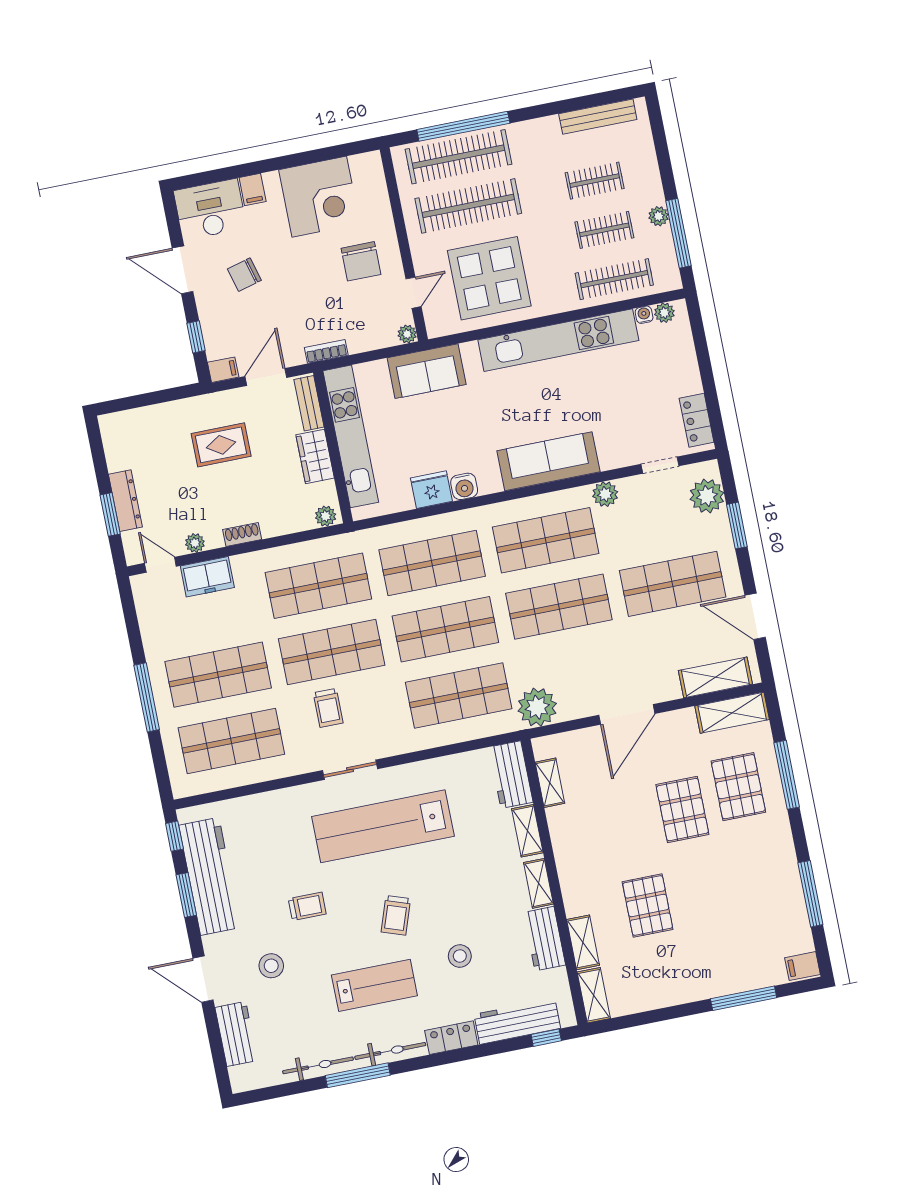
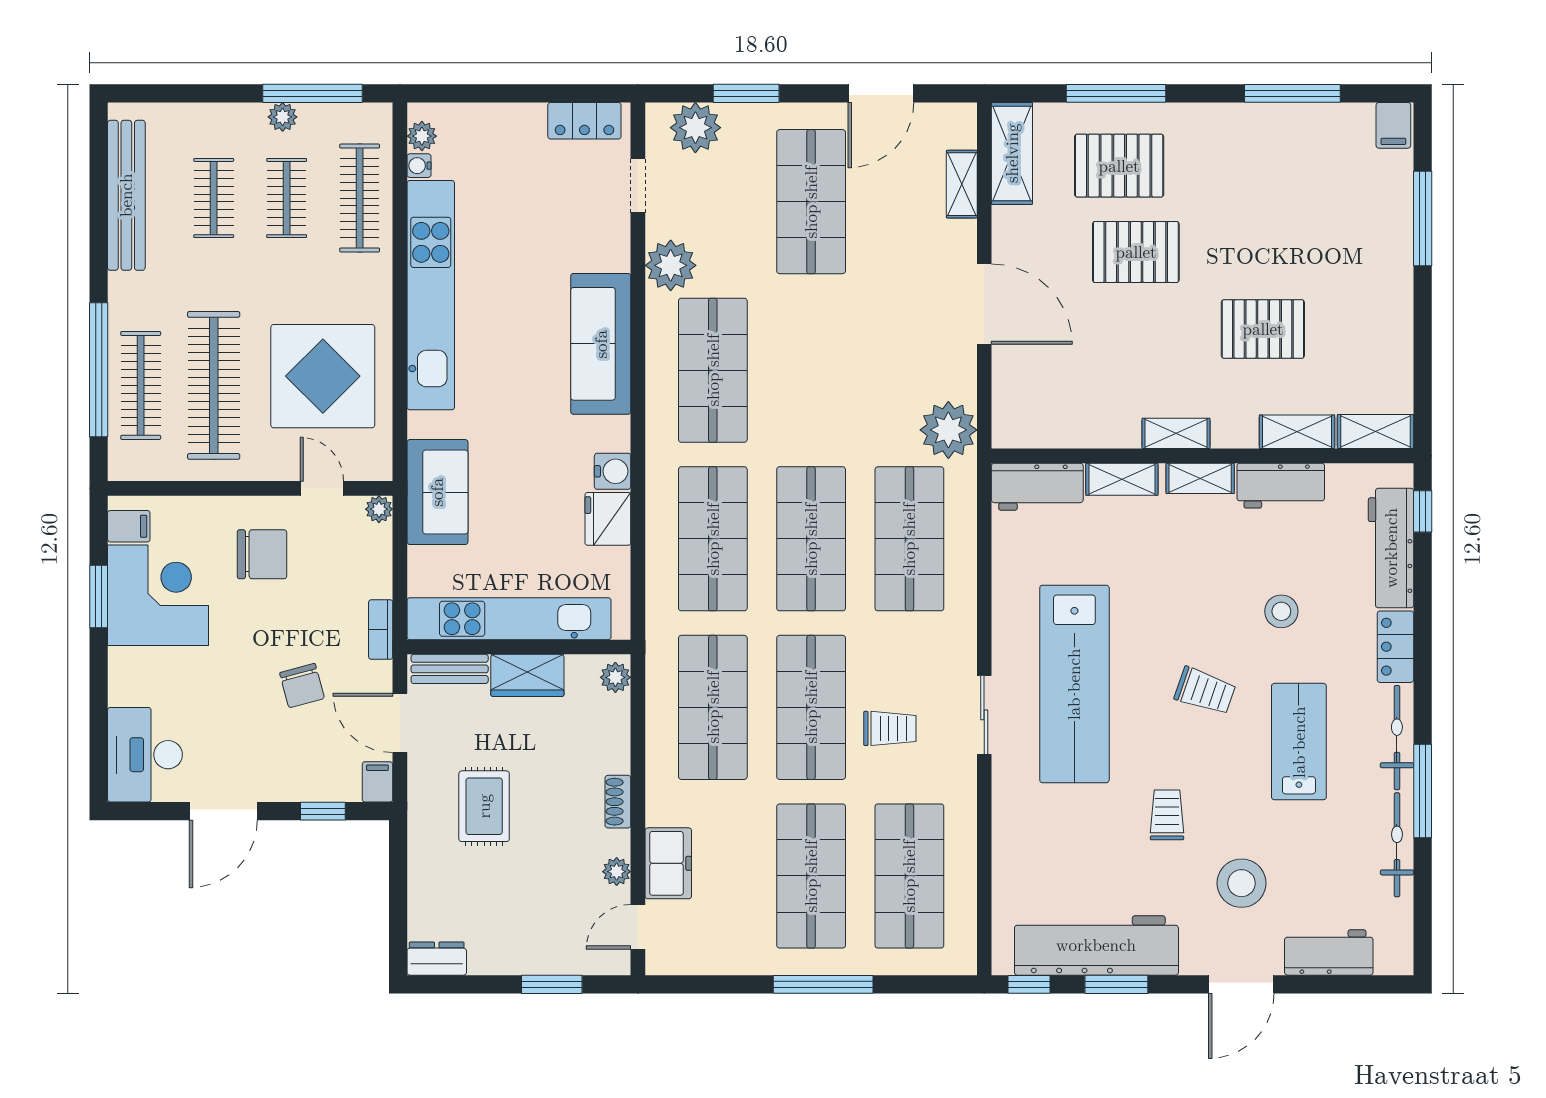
bench: (598, 117) -> (126, 195), width x1.37, depth x1.21
window: (311, 157) -> (99, 596), added
clothes rail: (458, 157) -> (141, 385), width x0.73, depth x0.76
filing cabinet: (253, 190) -> (129, 526), moved
chair: (244, 275) -> (302, 686), moved
plant: (605, 494) -> (671, 265), width x1.36, depth x1.36
dresser: (125, 501) -> (437, 959), moved, width x0.70
shop shelf: (559, 607) -> (811, 370), removed
shelving: (715, 677) -> (962, 184), width x0.67, depth x0.75
shelving: (550, 783) -> (1176, 433), moved
stool: (271, 966) -> (1241, 883), width x1.38, depth x1.38

